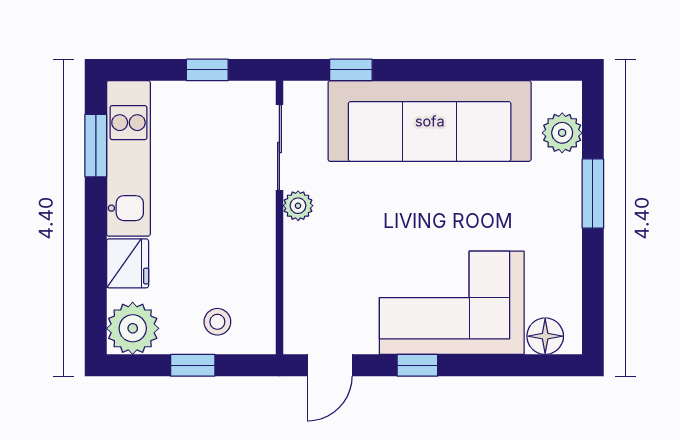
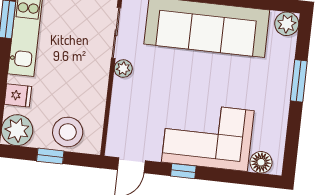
plant: (562, 133) -> (287, 24), moved
fridge: (128, 263) -> (18, 95), width x0.72
stool: (217, 322) -> (68, 132), width x1.89, depth x1.89

